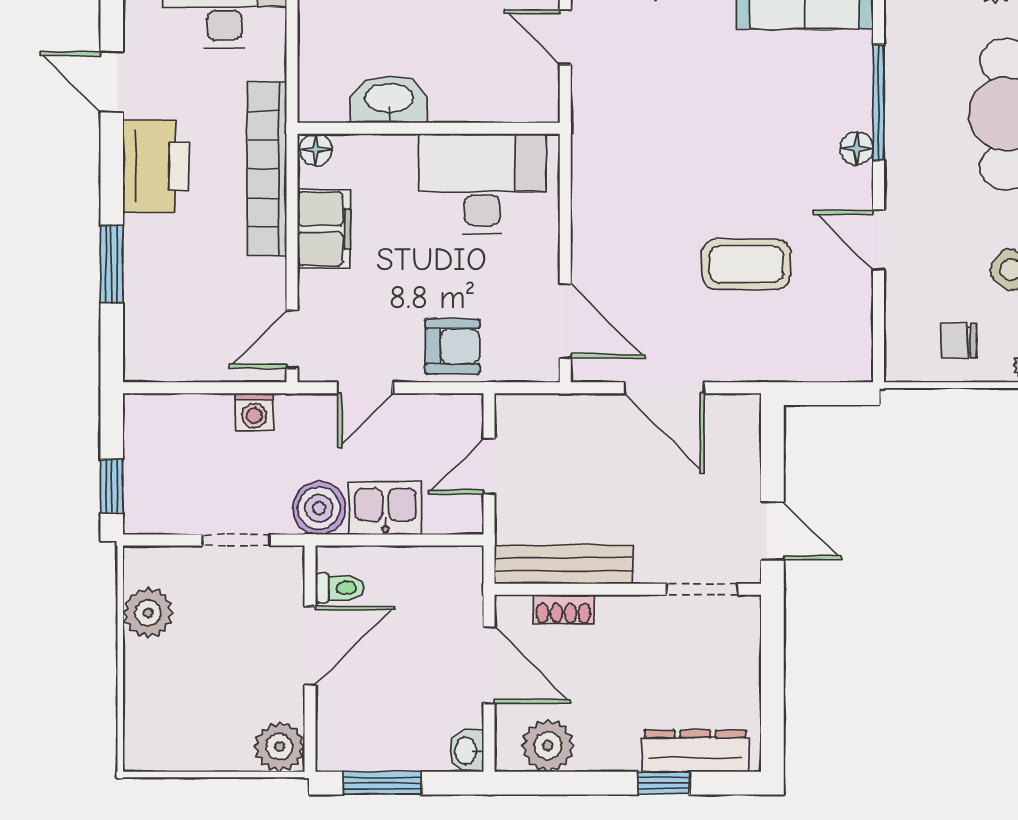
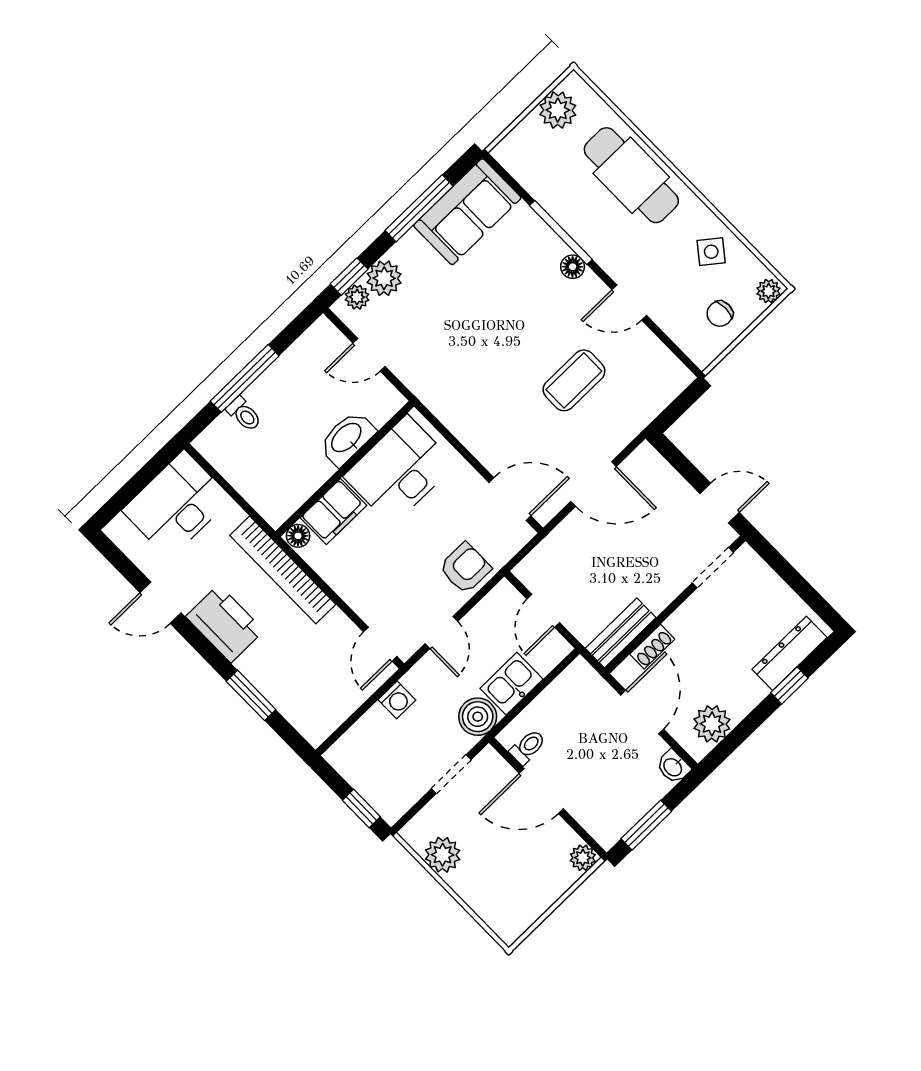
washbasin: (389, 99) -> (347, 438), moved
filing cabinet: (324, 229) -> (333, 512), moved, turned 90
bench: (564, 564) -> (621, 633), width x0.73
door: (310, 646) -> (541, 791), swing flipped
door: (489, 665) -> (642, 712), hinge flipped
plant: (279, 747) -> (583, 858), width x0.73, depth x0.73

